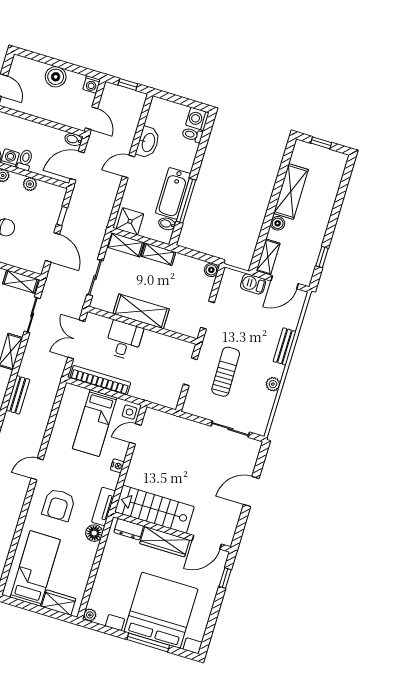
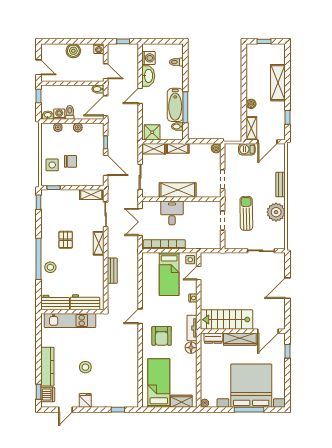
washing machine: (197, 119) -> (148, 58), moved, turned 180
shelving: (291, 191) -> (278, 83), moved
plant: (273, 384) -> (276, 212), width x1.87, depth x1.87

